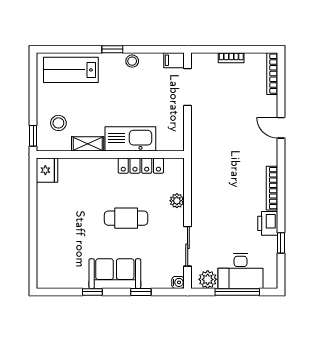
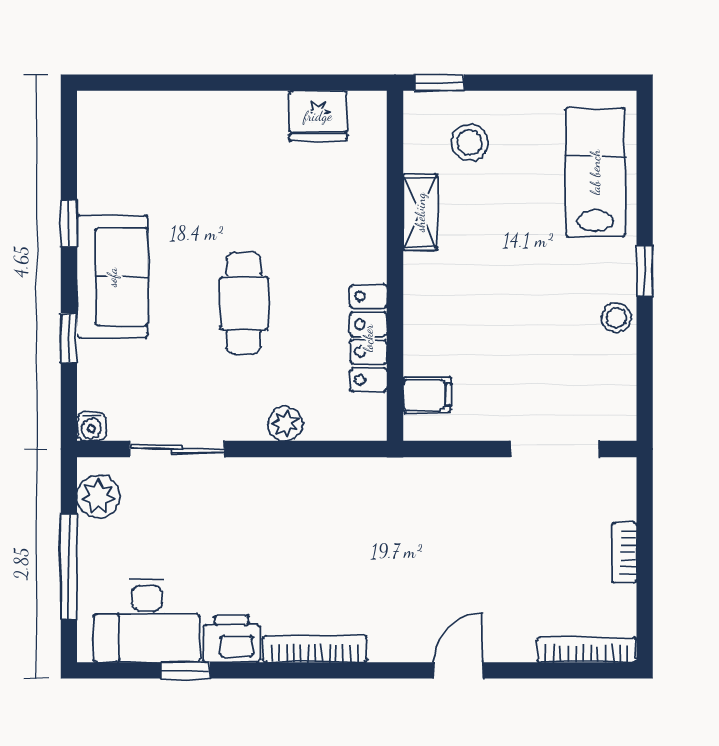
filing cabinet: (174, 60) -> (427, 395), moved, turned 90
kitchen sink: (130, 139) -> (432, 313), removed
fridge: (47, 170) -> (318, 116), moved
desk: (241, 271) -> (147, 621), moved, turned -90

